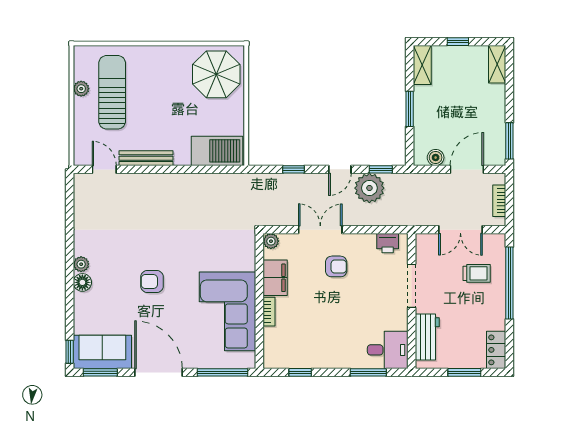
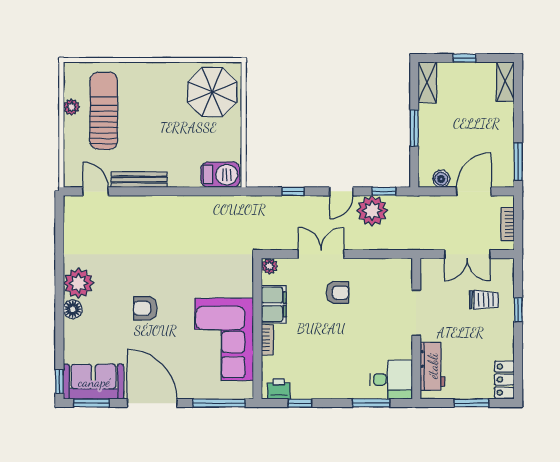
barbecue: (217, 151) -> (220, 175), width x0.73, depth x0.83
printer: (388, 243) -> (279, 389), moved, turned 180
plant: (81, 264) -> (78, 283), width x1.88, depth x1.88
window: (509, 283) -> (518, 310), width x0.32

